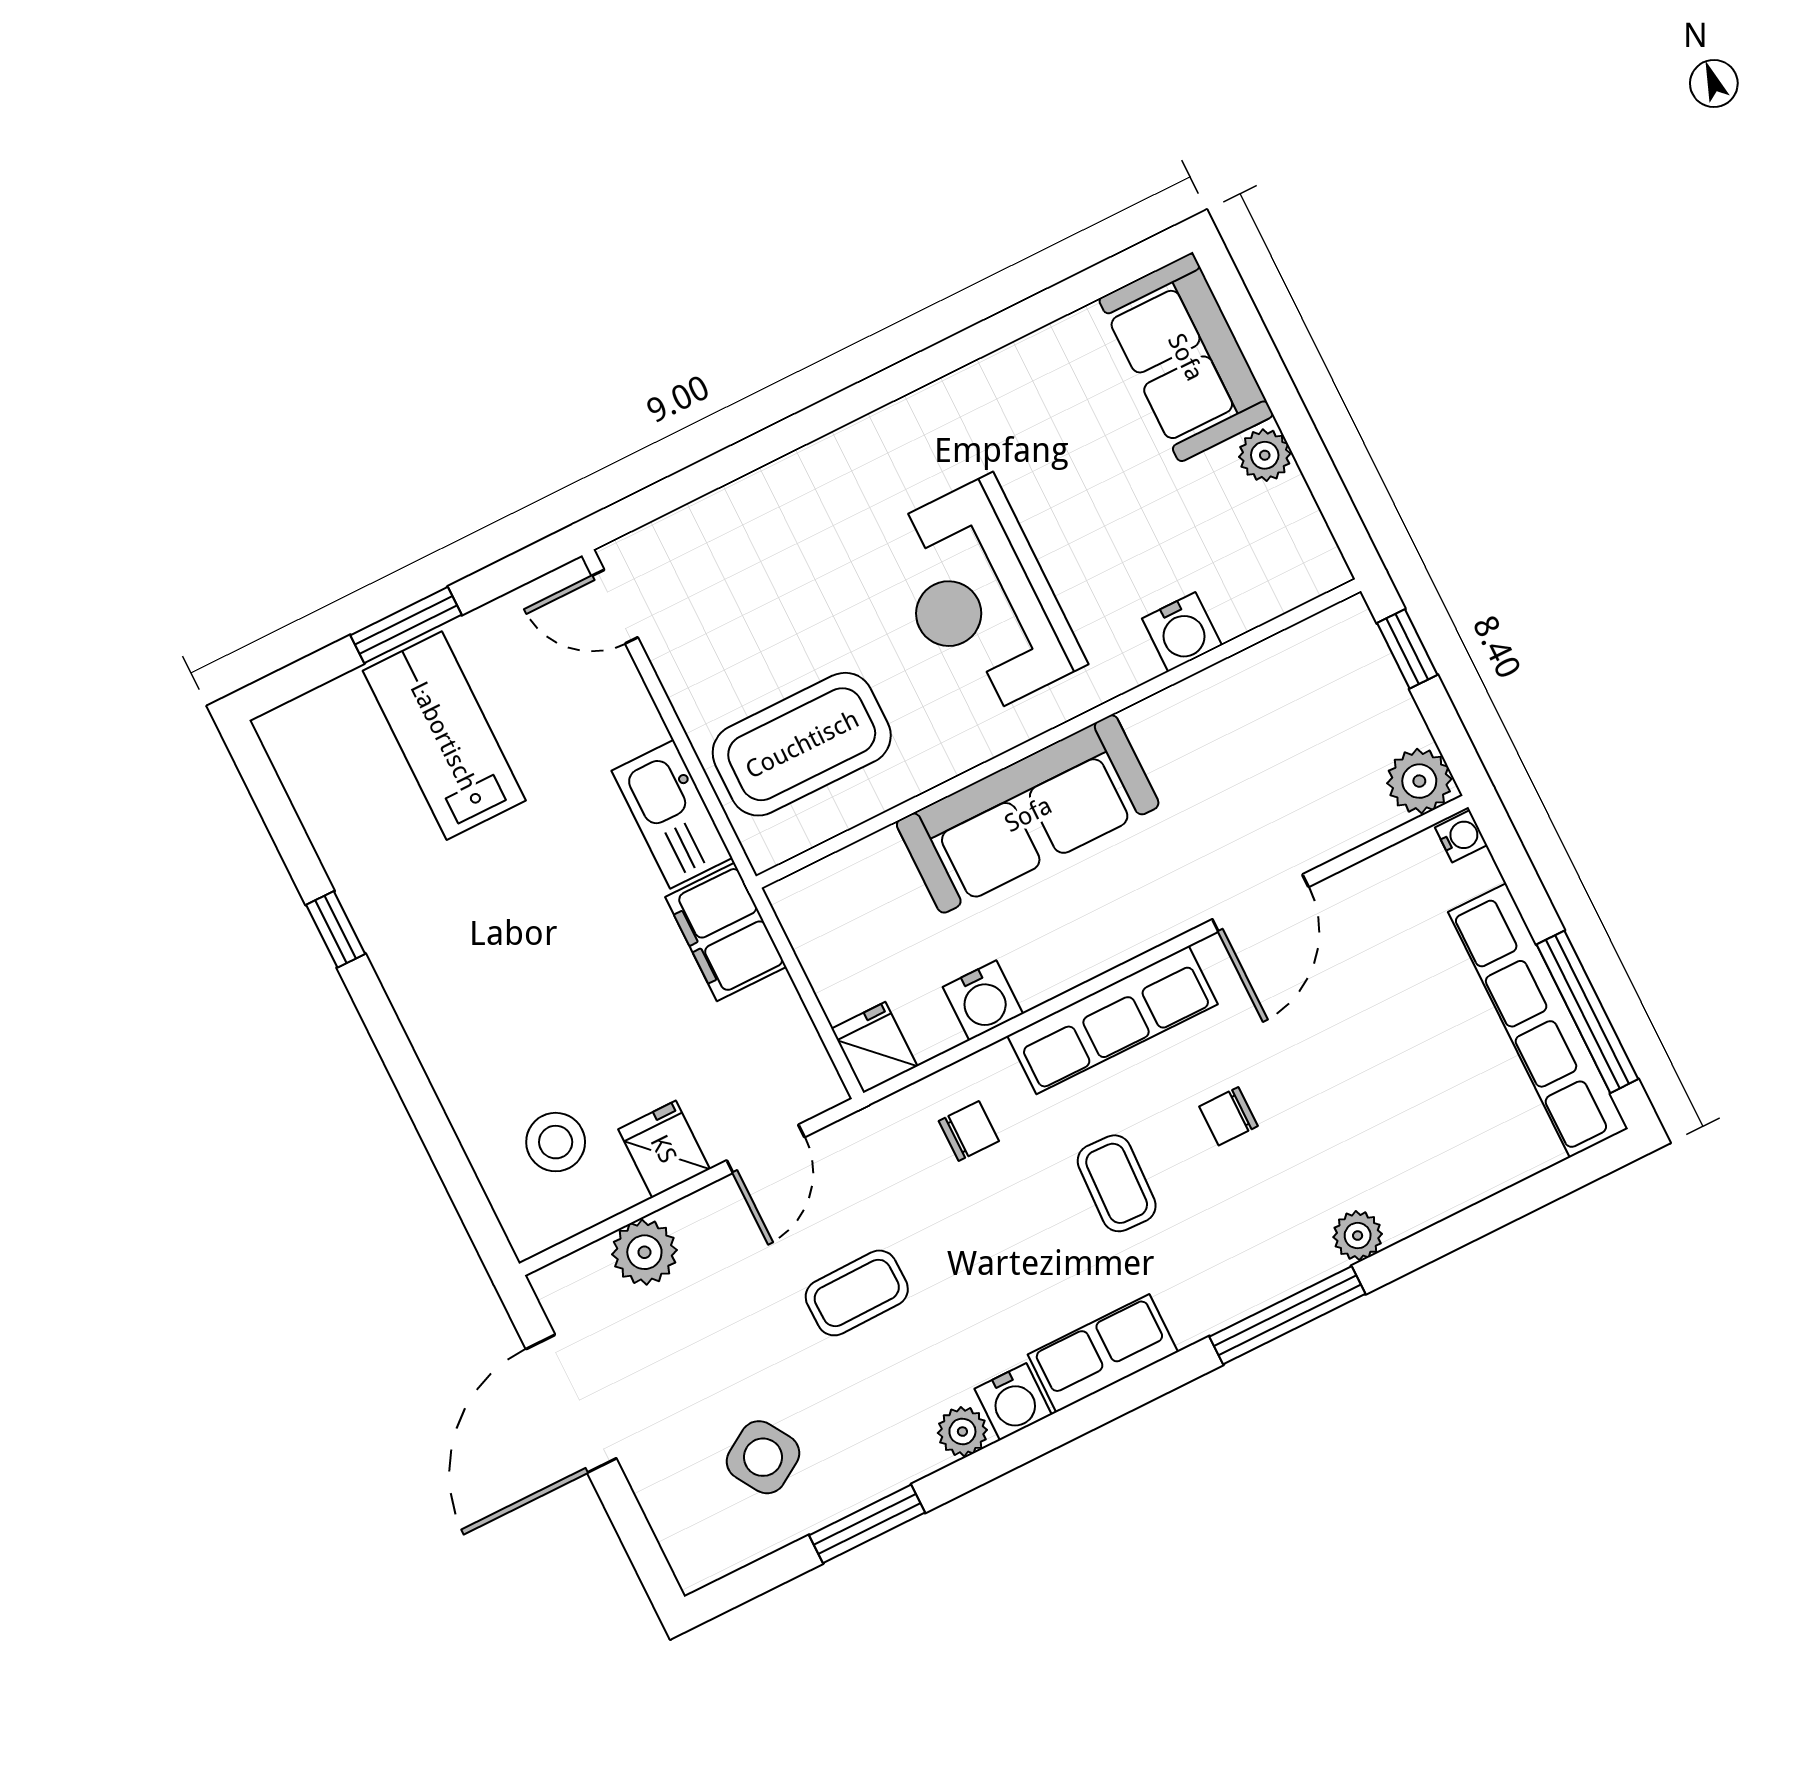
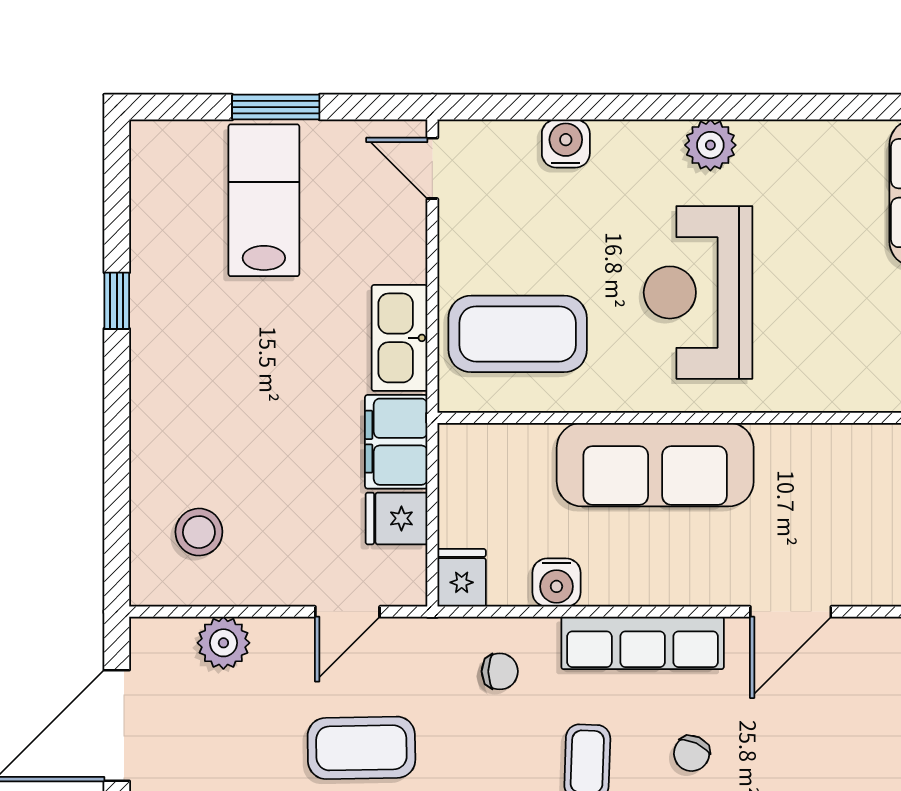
plant: (912, 427) -> (710, 145), added
water cooler: (1182, 632) -> (566, 144), moved, turned 180
chair: (1228, 1116) -> (692, 753), turned -65
fridge: (664, 1149) -> (397, 518), moved, turned -90
coffee table: (857, 1293) -> (361, 748), width x1.36, depth x1.30

